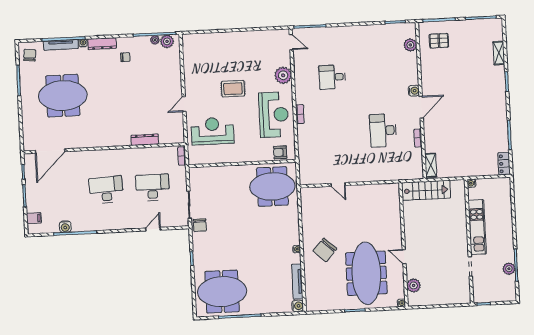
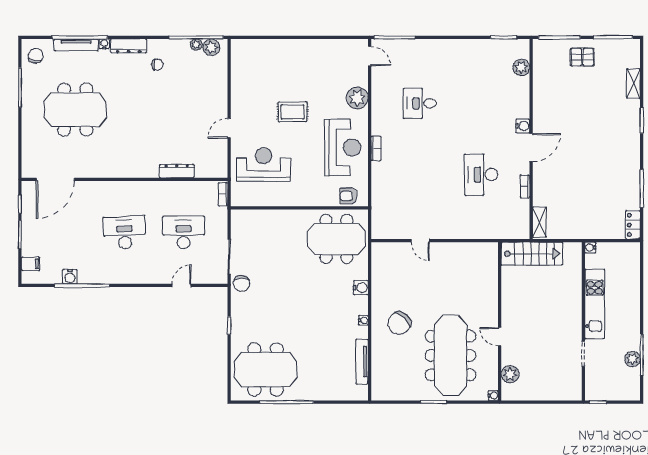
pallet: (439, 41) -> (582, 57), moved
water cooler: (298, 306) -> (361, 288), moved

